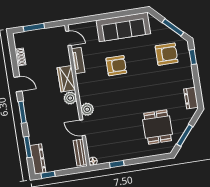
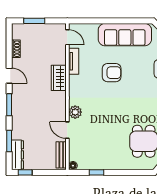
plant: (70, 98) -> (60, 98), removed

